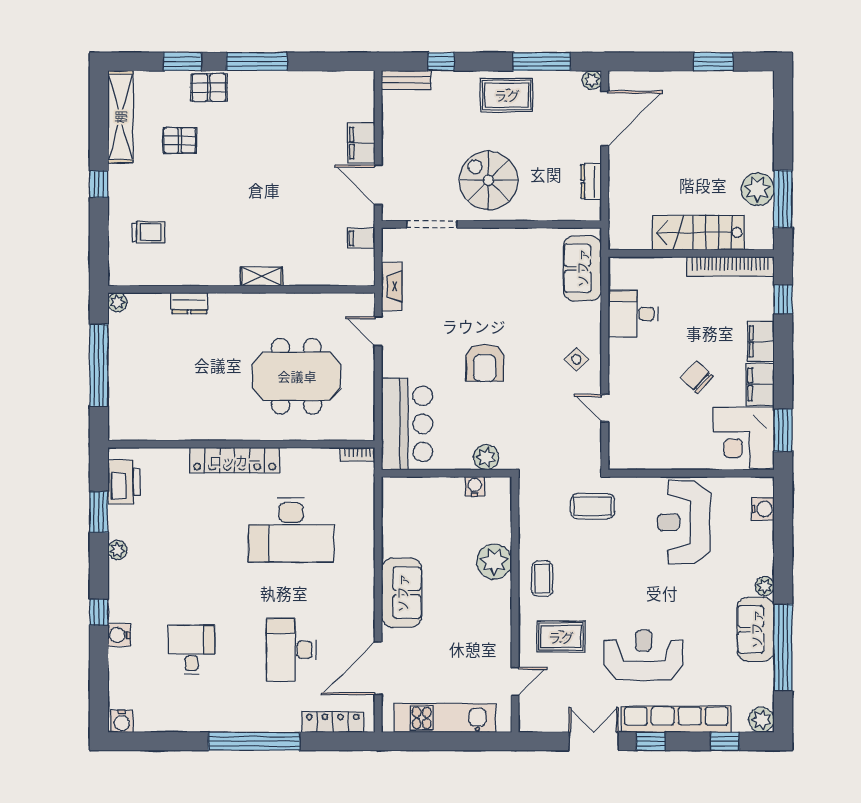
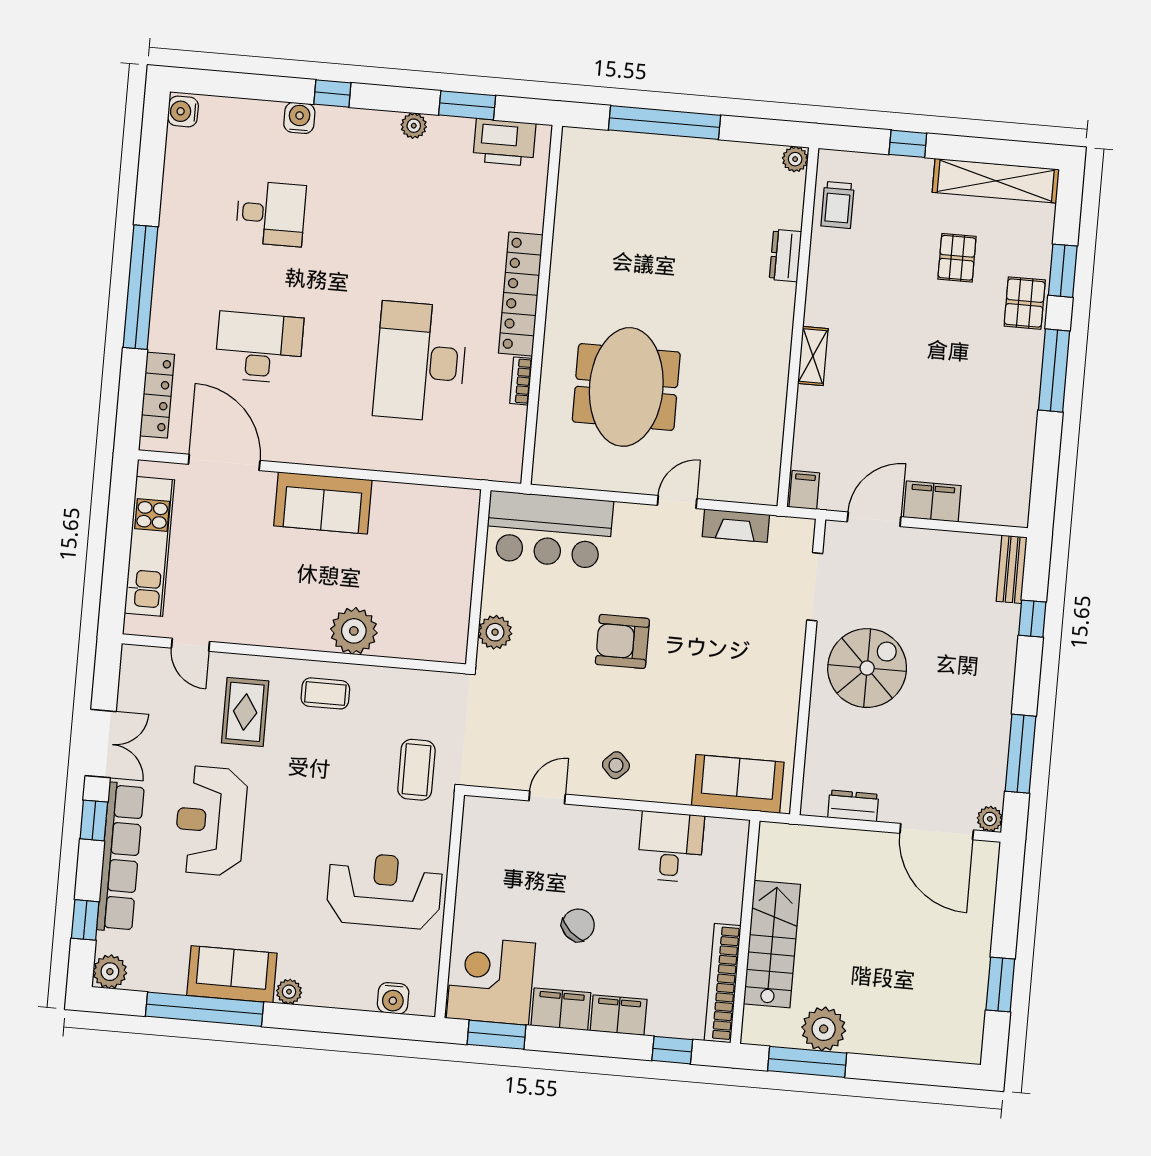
rug: (507, 95) -> (979, 702), removed
shelving: (262, 276) -> (813, 356), moved
wall: (241, 289) -> (798, 327), moved
plant: (117, 302) -> (795, 159), moved
dresser: (189, 303) -> (785, 256), moved
bookcase: (357, 454) -> (521, 381), moved
water cooler: (475, 486) -> (457, 614), removed
reception desk: (644, 655) -> (211, 821), turned 180

